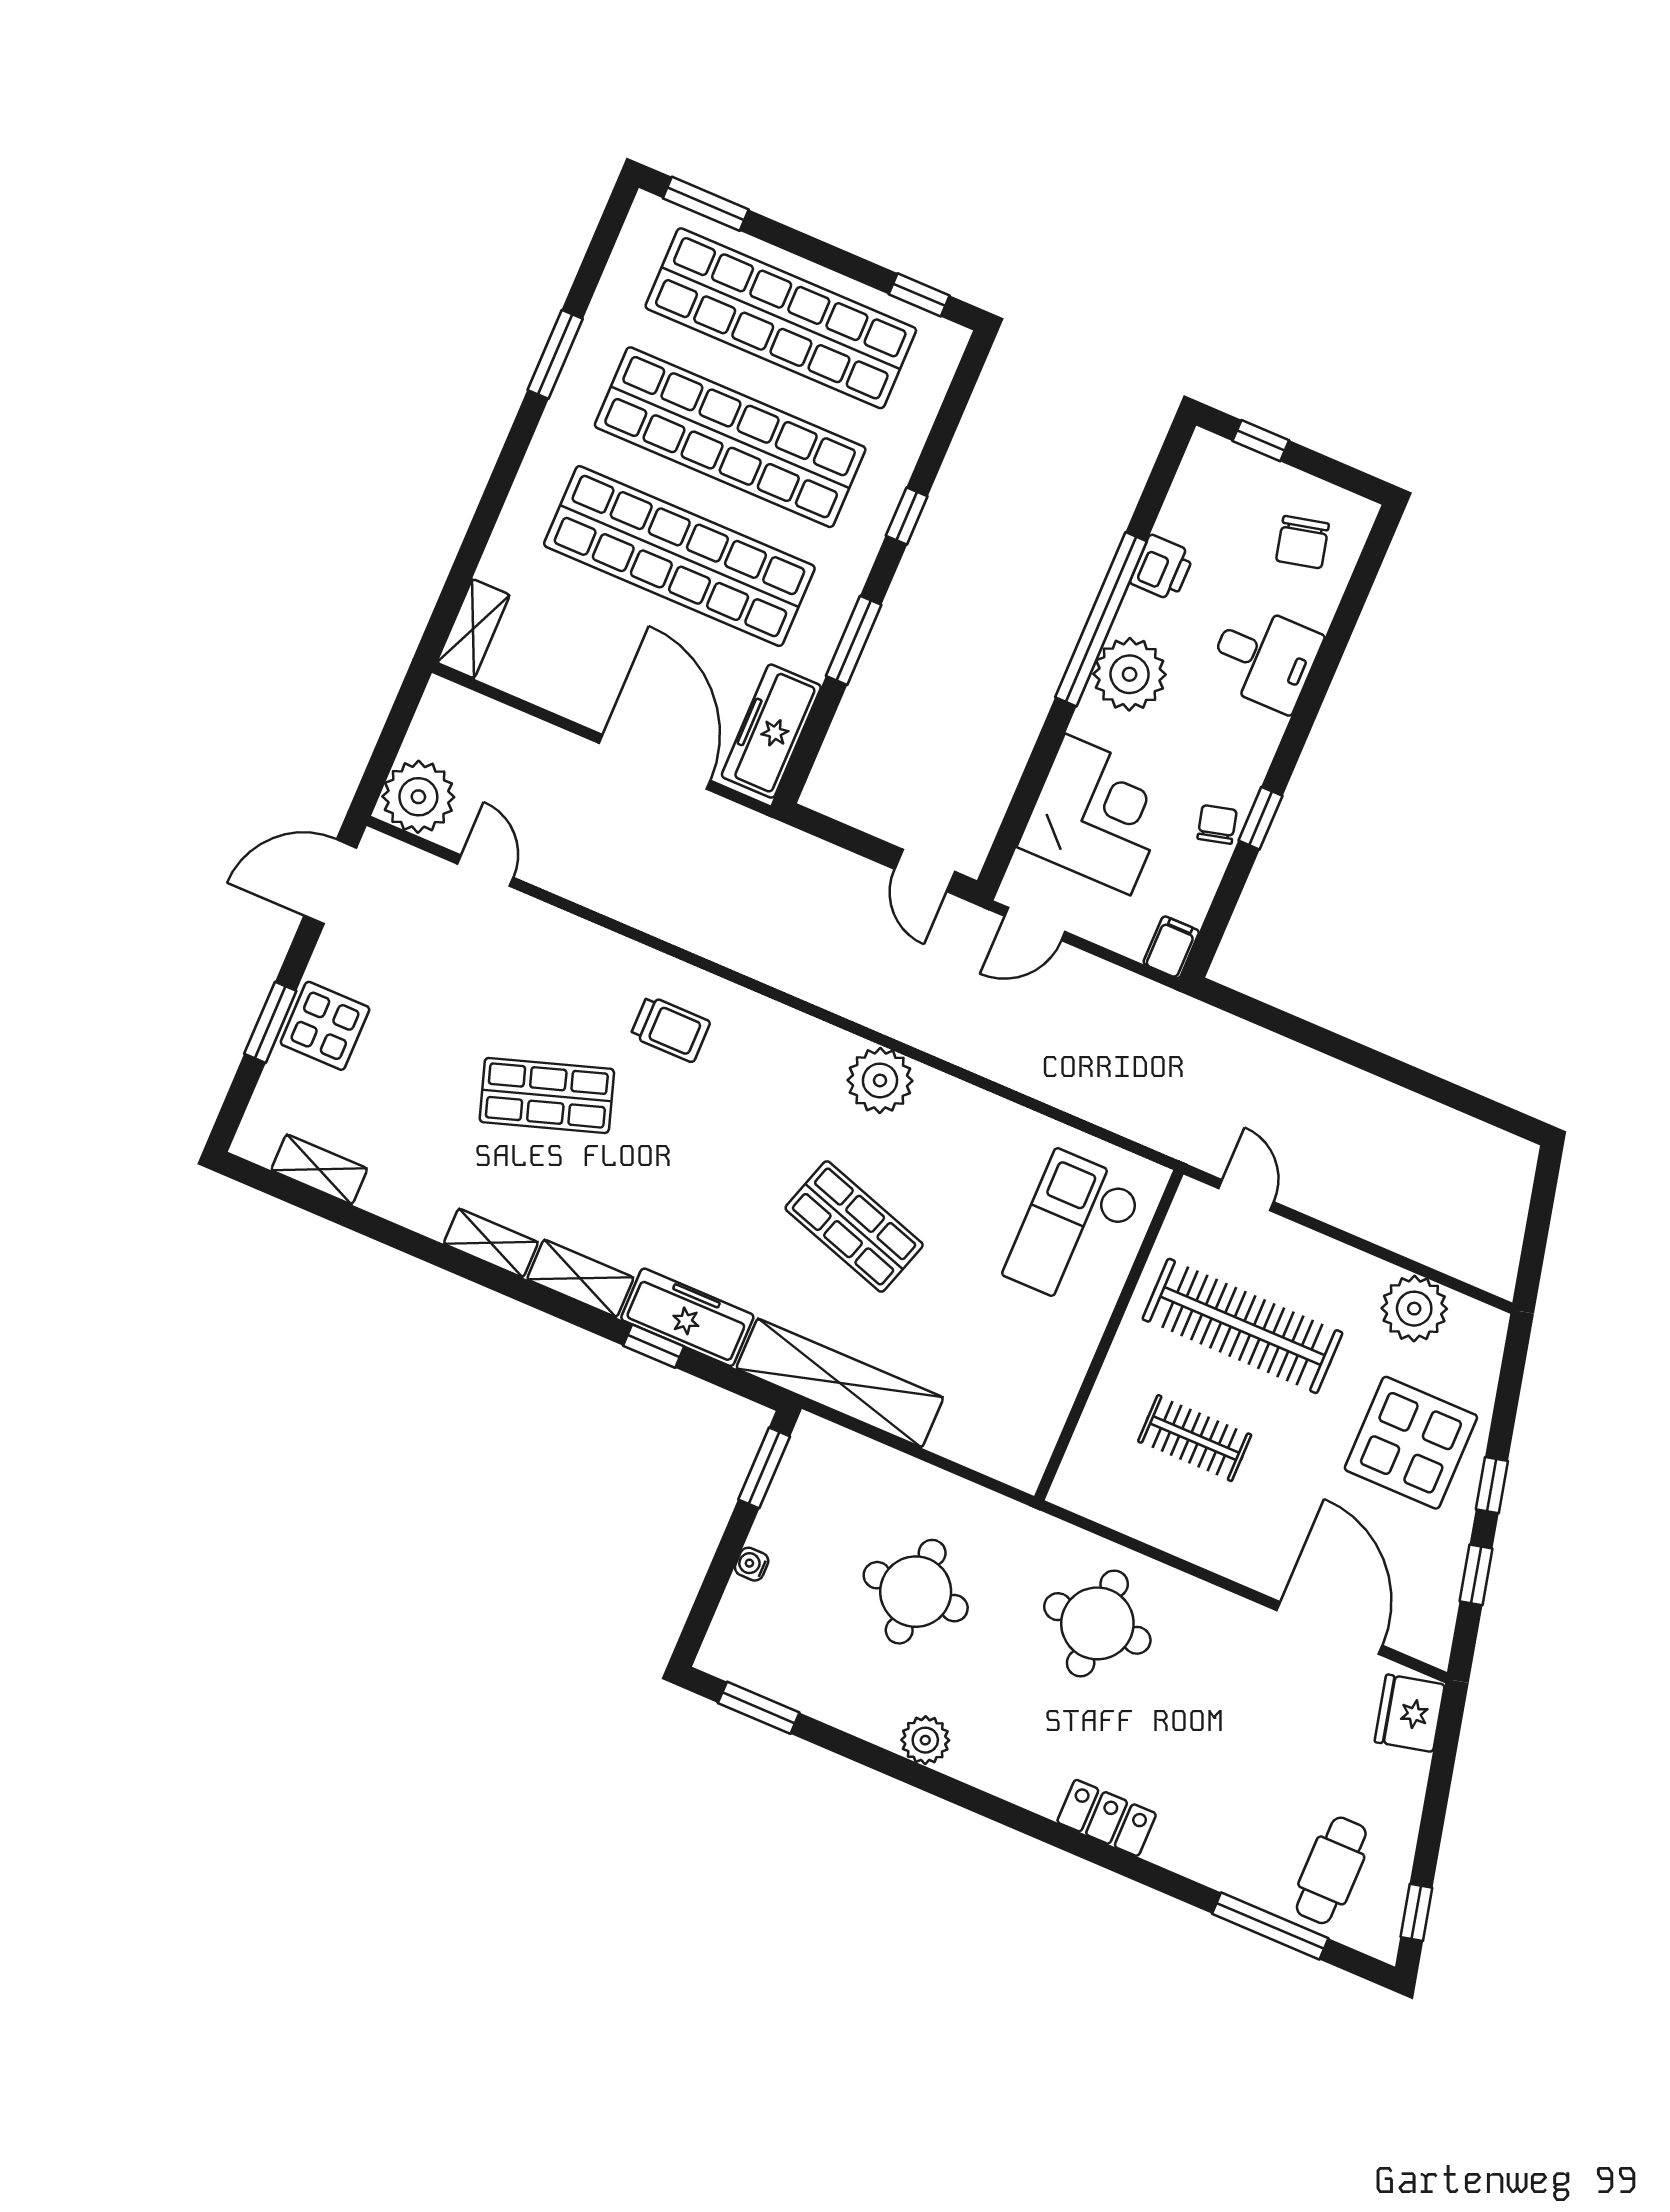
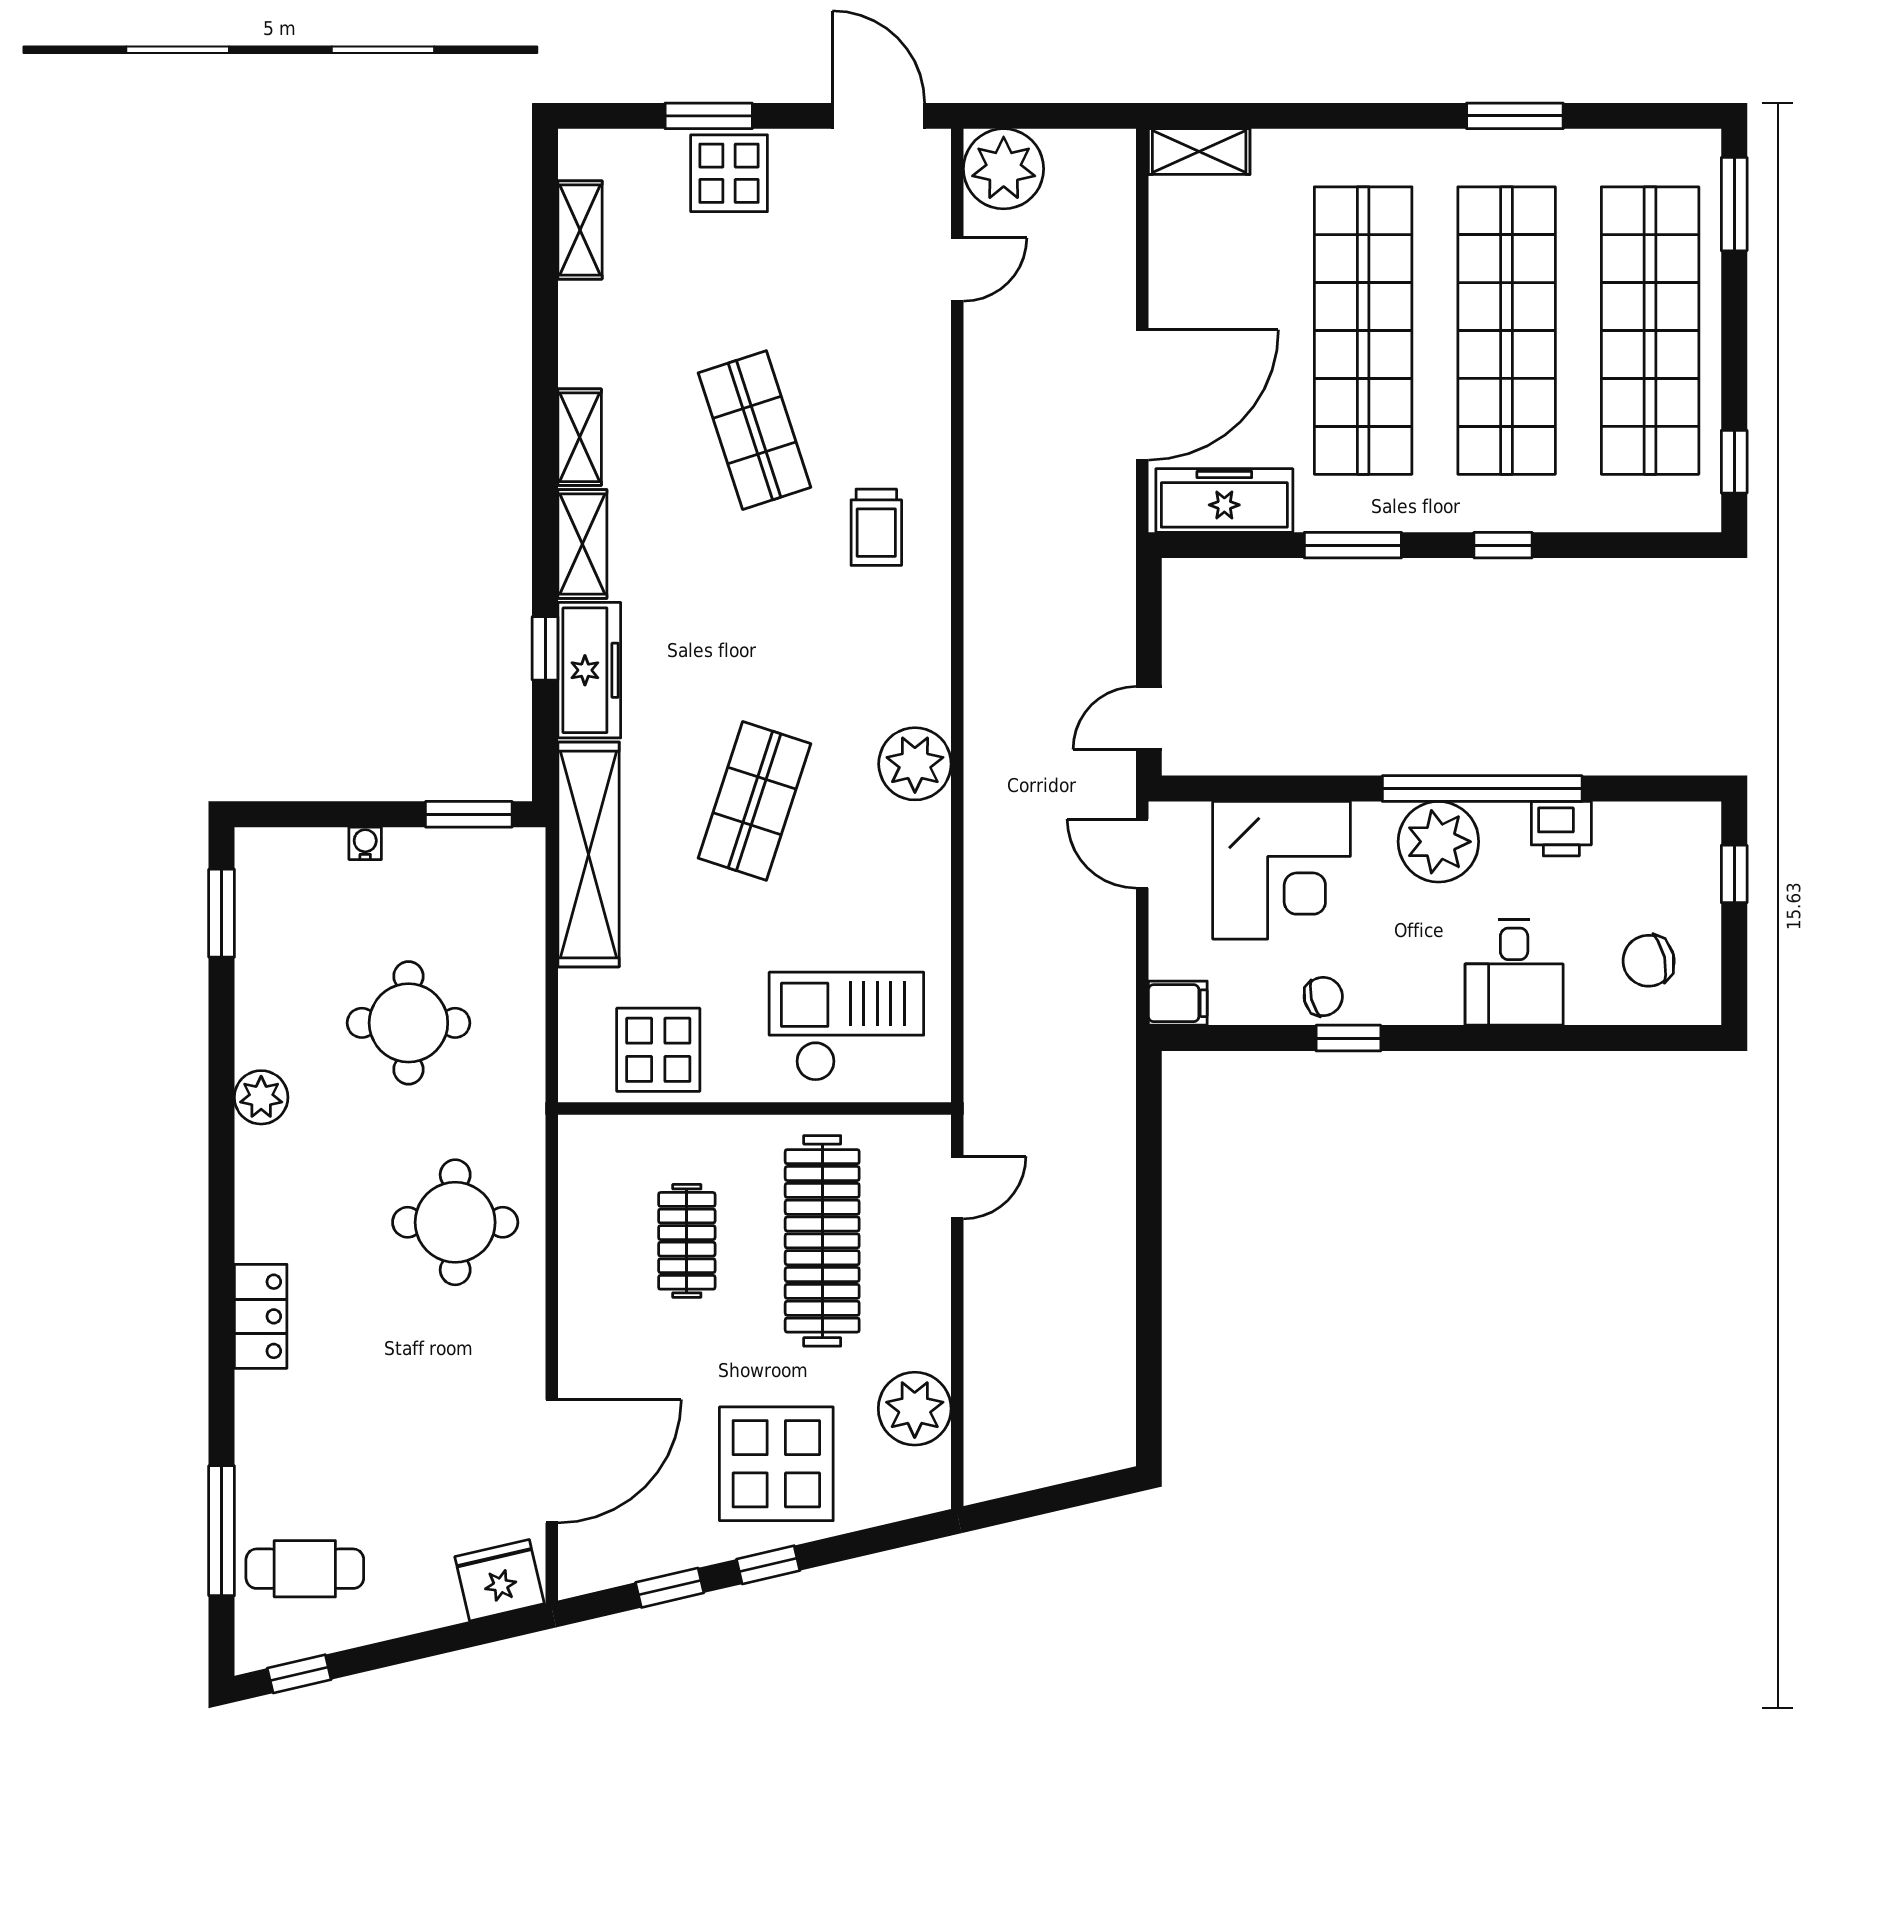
display table: (1026, 1394) -> (658, 1050), added

